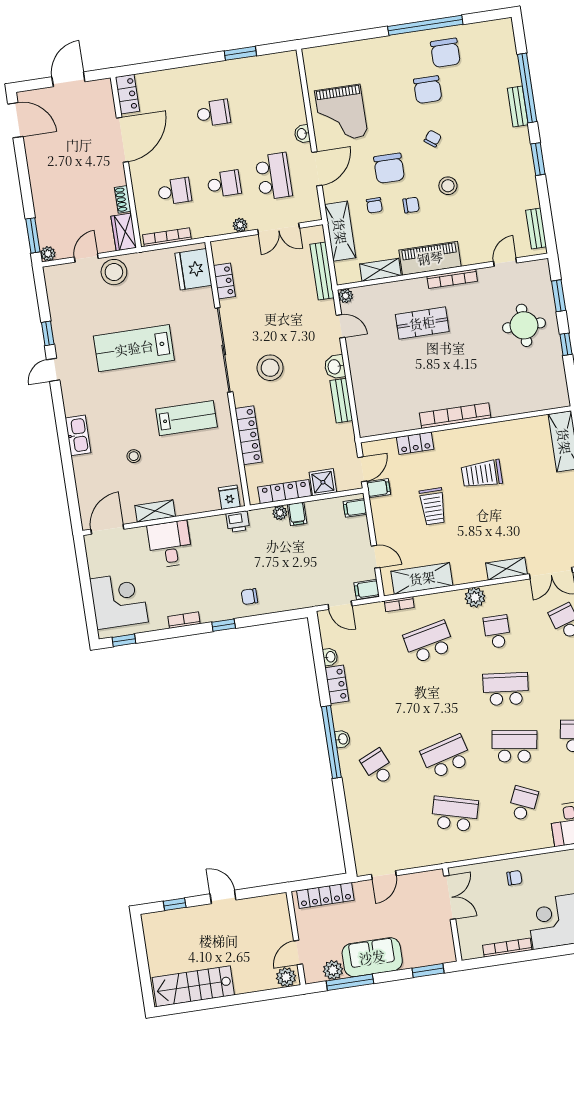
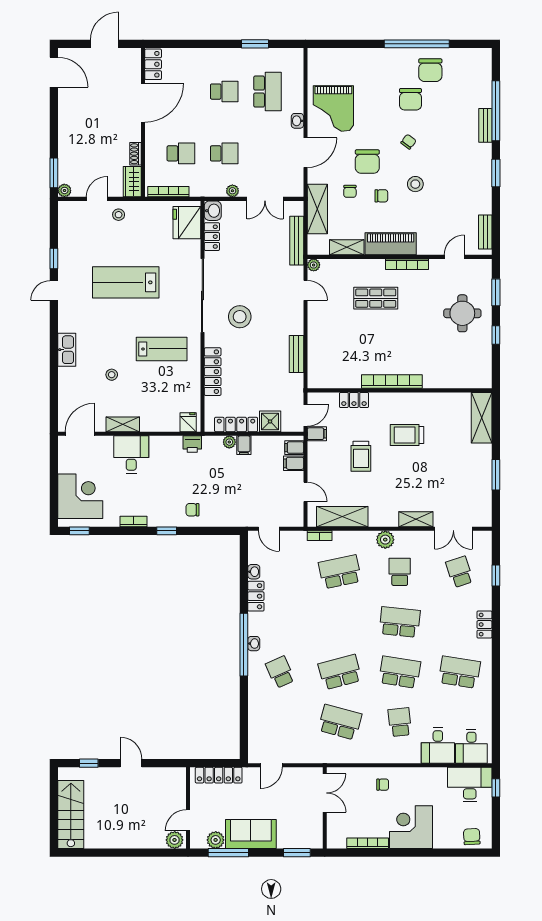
school desk: (274, 176) -> (268, 92), moved
stool: (114, 272) -> (119, 215), width x0.53, depth x0.53
washbasin: (335, 367) -> (213, 211), moved, turned 180
filing cabinet: (367, 589) -> (294, 463), moved
school desk: (523, 804) -> (400, 722), turned -30
stairs: (193, 986) -> (71, 815), moved, turned 90

